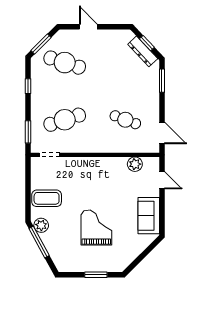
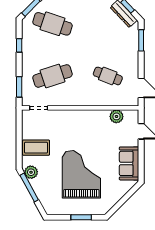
grand piano: (96, 227) -> (81, 174), width x1.37, depth x1.48

